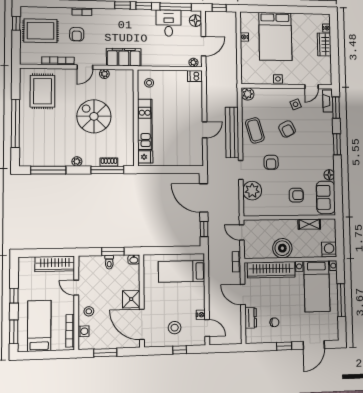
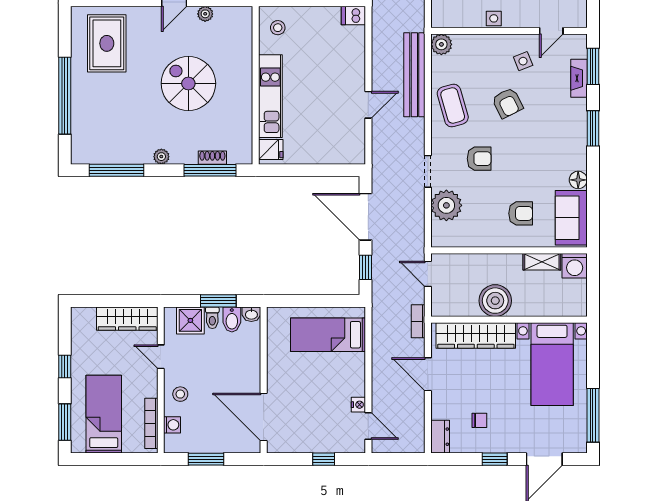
fireplace: (328, 101) -> (579, 78), moved
bench: (232, 132) -> (414, 75), moved
armchair: (271, 162) -> (479, 159), turned -90
washing machine: (329, 250) -> (575, 266), moved, turned 180
bidet: (122, 263) -> (232, 319), added
shower: (131, 299) -> (190, 320), moved
window: (341, 300) -> (593, 415), moved
dresser: (251, 318) -> (440, 437), moved
stool: (175, 328) -> (316, 424), removed

